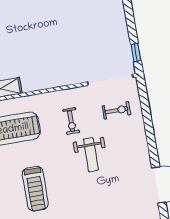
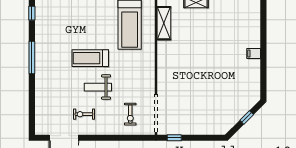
exercise bike: (71, 121) -> (84, 114), moved
treadmill: (35, 189) -> (90, 58), moved

